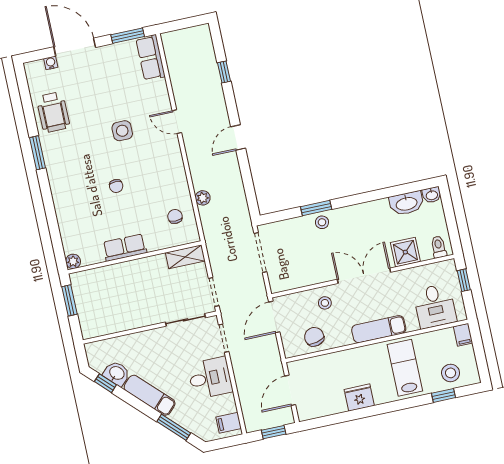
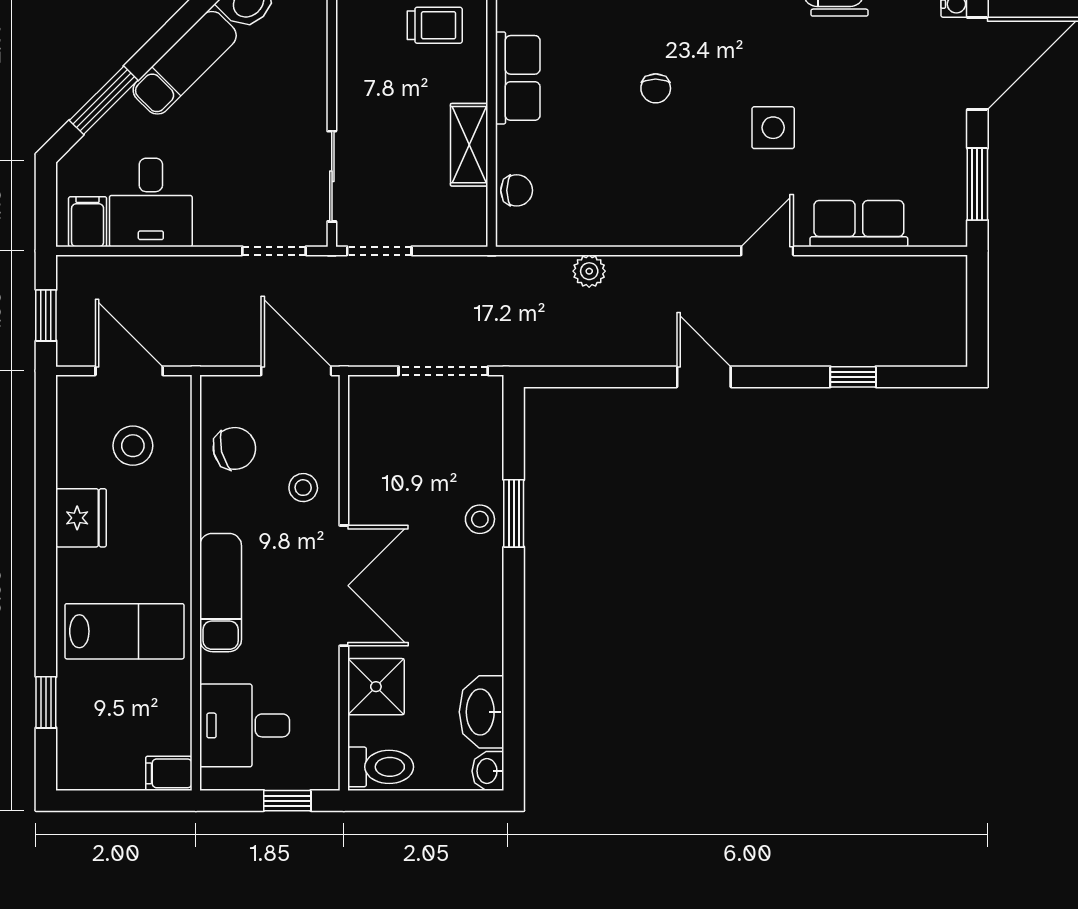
row of seats: (151, 58) -> (859, 224), moved
chair: (116, 186) -> (656, 88), turned -90
chair: (175, 216) -> (517, 190), moved
toilet: (439, 247) -> (381, 767), width x1.37, depth x1.39
shelving: (185, 257) -> (469, 145), moved
trolley: (109, 289) -> (435, 25), added
stool: (451, 373) -> (133, 446), moved
desk: (210, 378) -> (151, 202), moved

